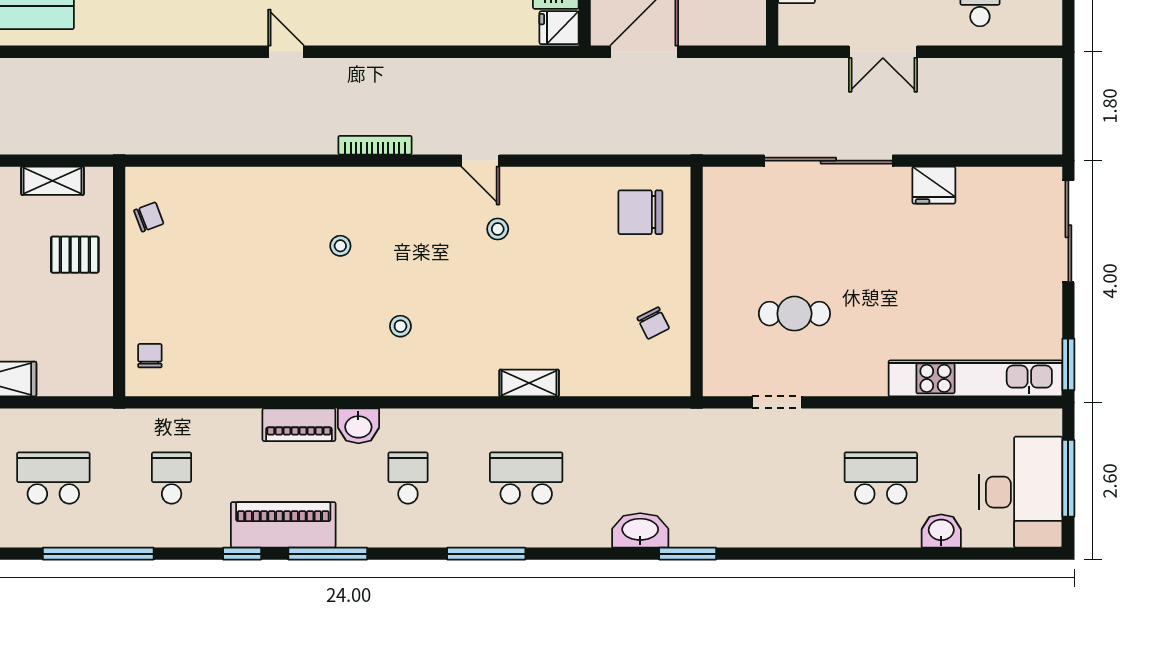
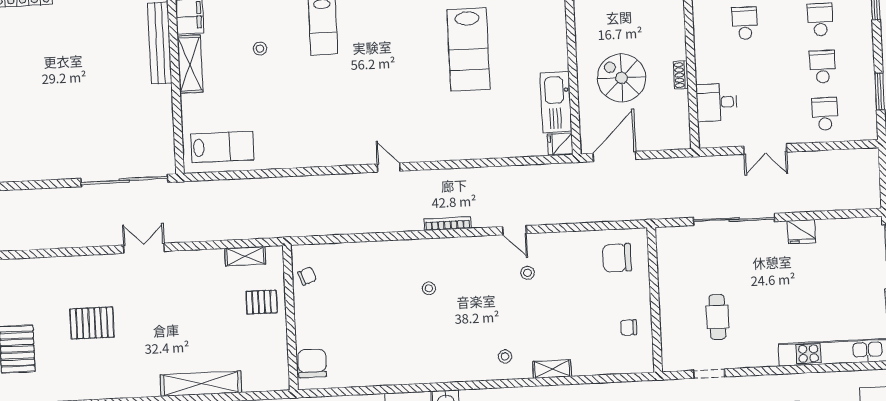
cafe table: (794, 314) -> (717, 317), turned 90
chair: (653, 323) -> (629, 327), turned 117
stool: (400, 326) -> (505, 356), moved
chair: (150, 356) -> (312, 363), width x1.87, depth x1.87

